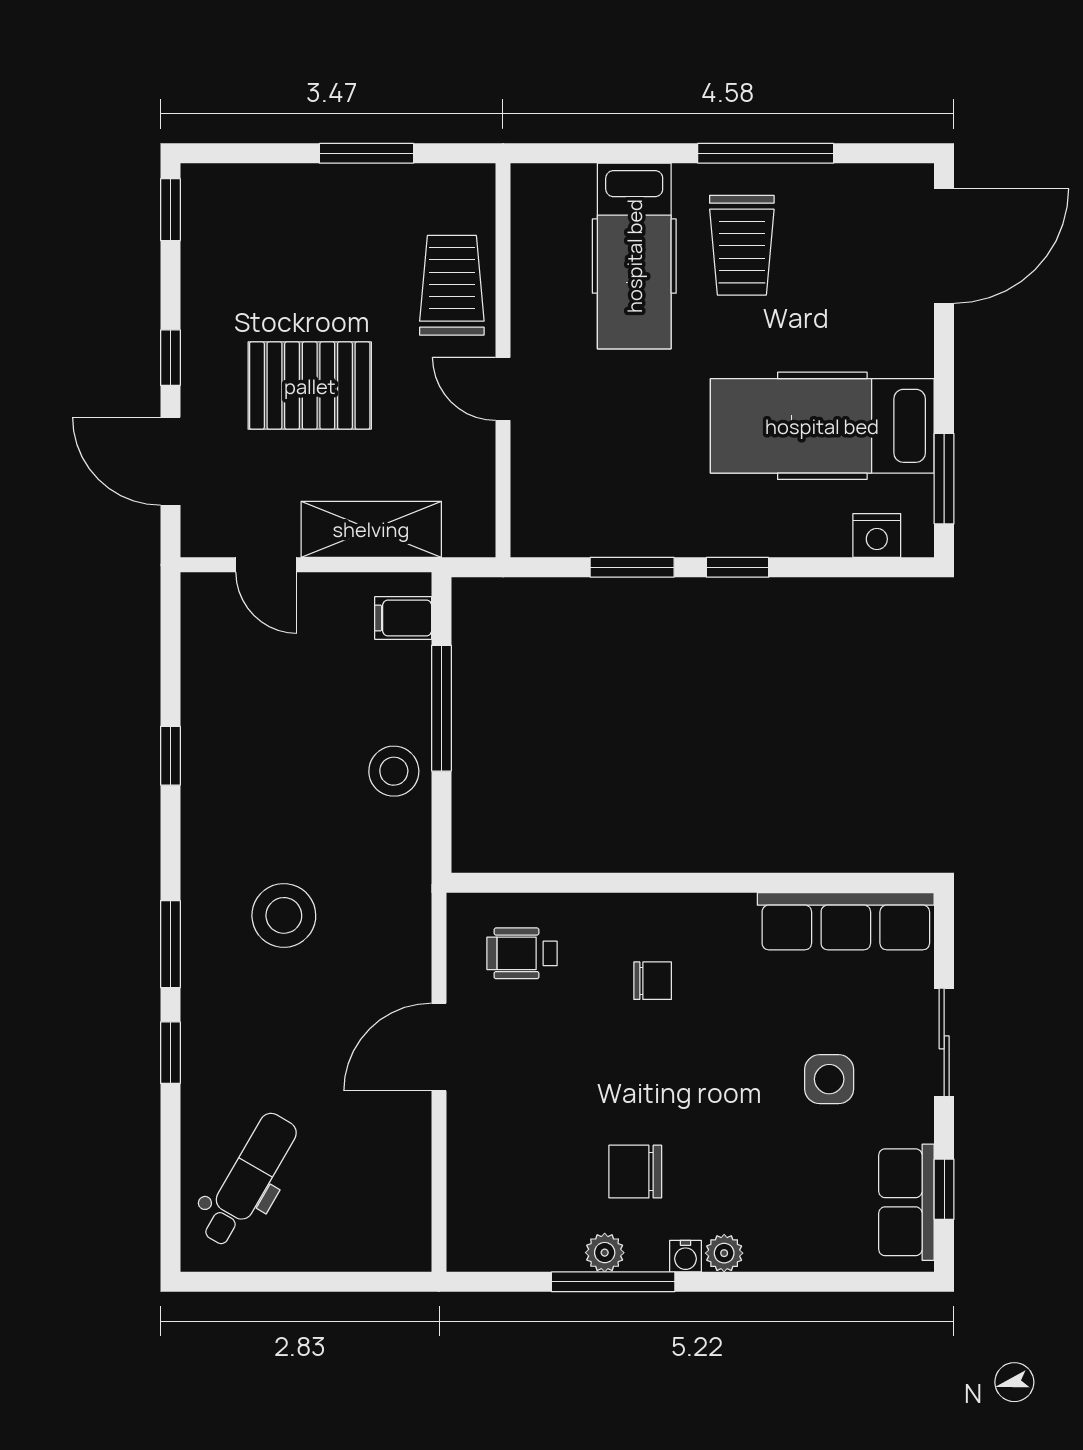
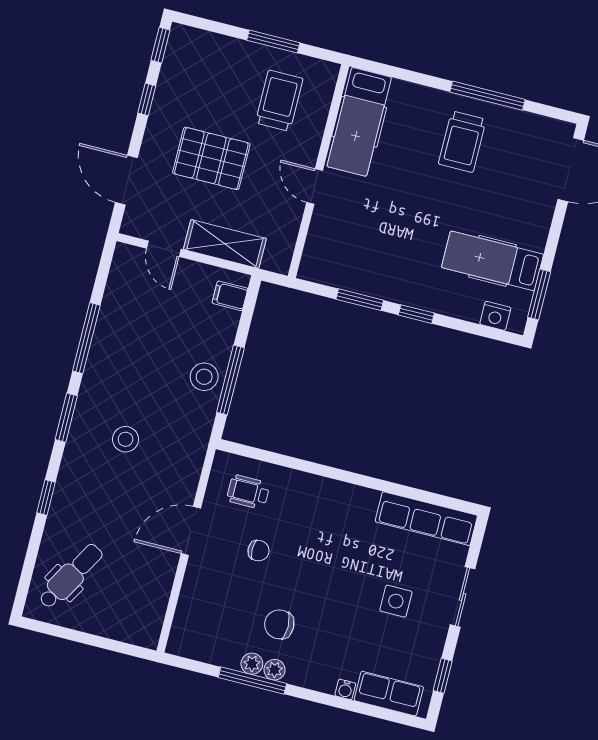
hospital bed: (634, 256) -> (359, 122), moved
trolley: (452, 285) -> (279, 101), moved
window: (170, 358) -> (147, 99), moved
hospital bed: (822, 426) -> (493, 261), width x0.73, depth x0.78
window: (441, 708) -> (230, 380), moved
window: (170, 756) -> (86, 338), width x2.17
stool: (284, 915) -> (126, 439), width x0.73, depth x0.73
window: (170, 944) -> (66, 418), moved
chair: (653, 981) -> (259, 551), moved
row of seats: (906, 1202) -> (389, 694), moved, turned 90
plant: (724, 1253) -> (274, 670), moved
water cooler: (685, 1256) -> (345, 689), moved

